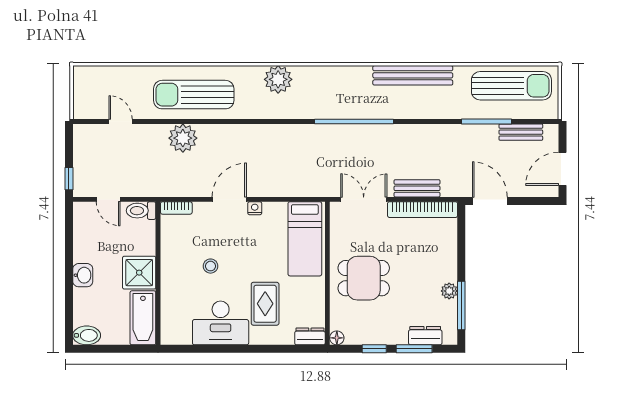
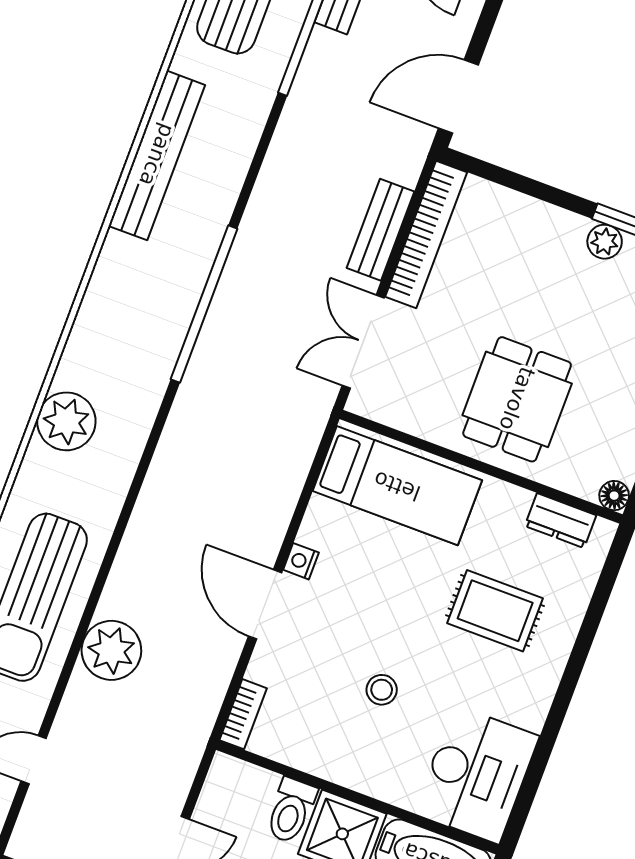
toilet: (141, 211) -> (291, 810), moved
desk: (221, 323) -> (477, 775), moved
dresser: (310, 336) -> (560, 521), moved, turned -90

